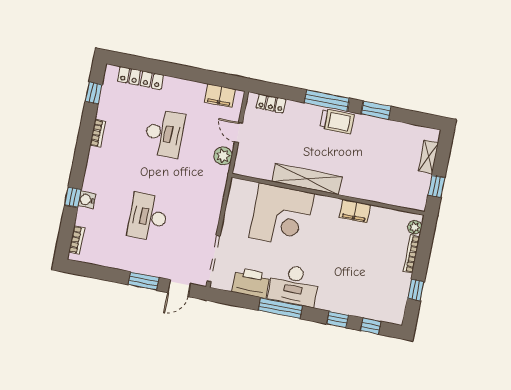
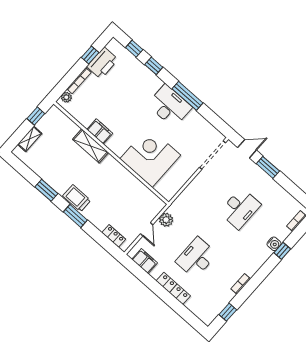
locker: (140, 78) -> (173, 288), moved
window: (327, 101) -> (75, 216), width x0.69
shelving: (307, 179) -> (90, 146), moved, width x0.68
printer: (251, 283) -> (102, 63), moved, turned -90

